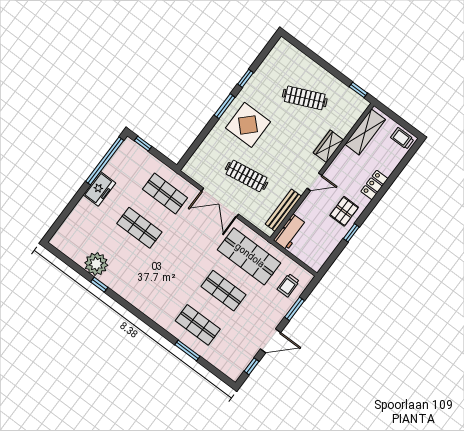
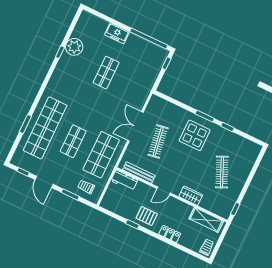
door: (315, 182) -> (164, 191), hinge flipped
freezer: (99, 189) -> (117, 33), moved
shop shelf: (165, 193) -> (134, 86), removed
shop shelf: (198, 325) -> (45, 128), width x2.00, depth x1.36

